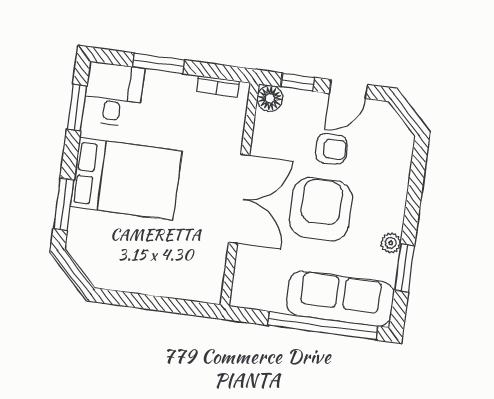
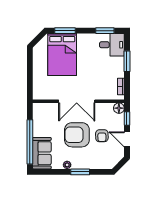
bed: (126, 179) -> (62, 54), moved
armchair: (321, 209) -> (77, 135), turned 180
window: (404, 268) -> (80, 172), moved
sofa: (340, 299) -> (42, 153), width x0.73

